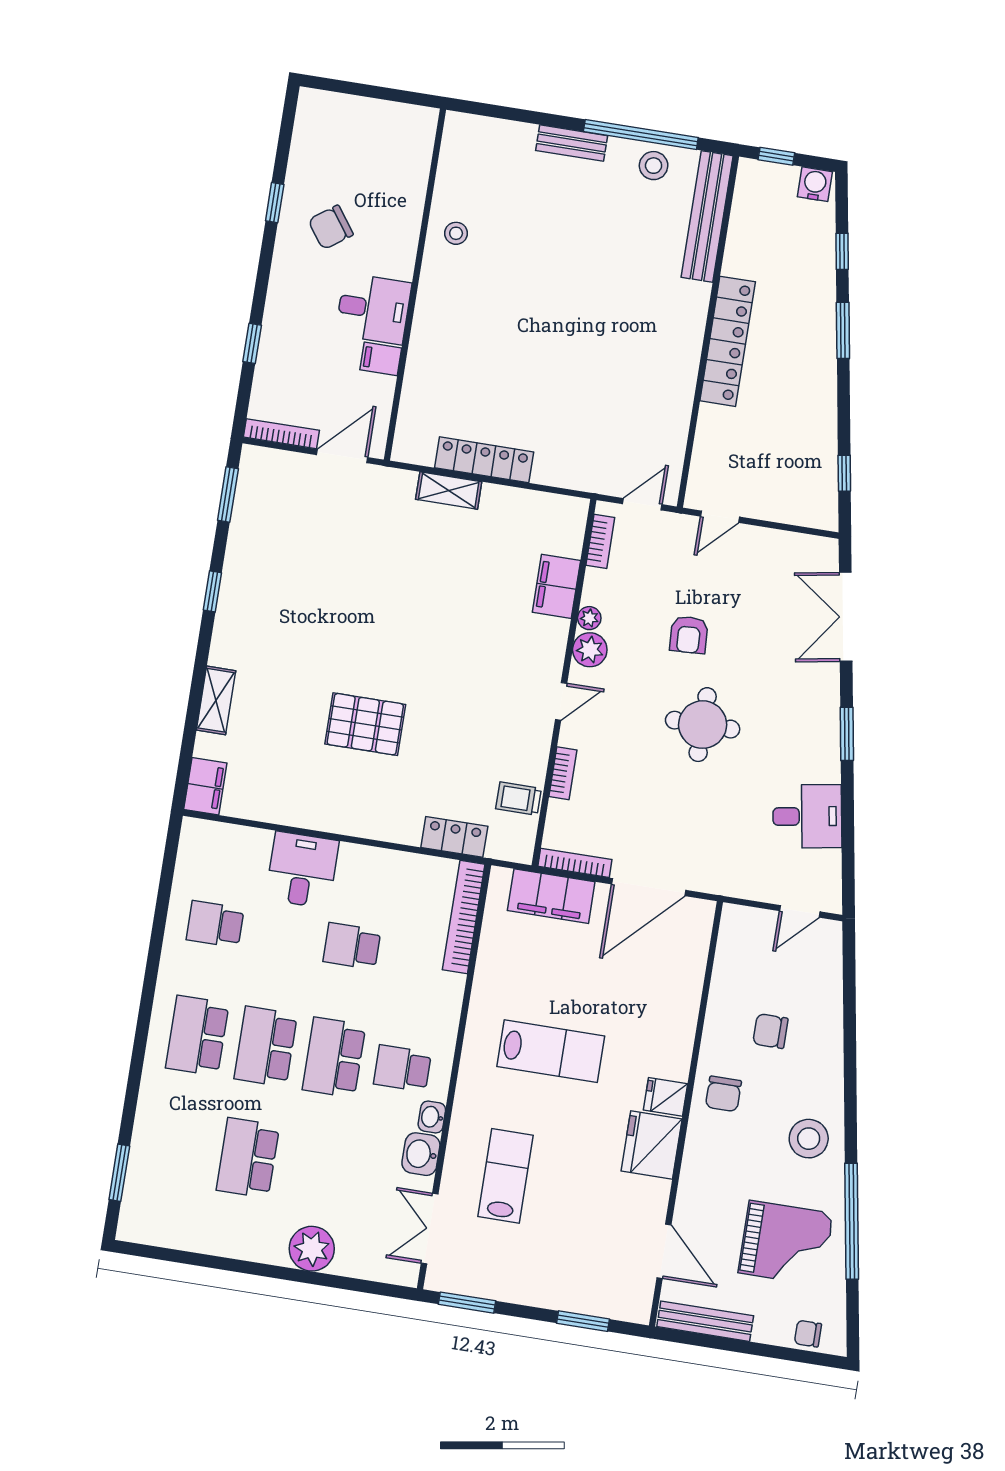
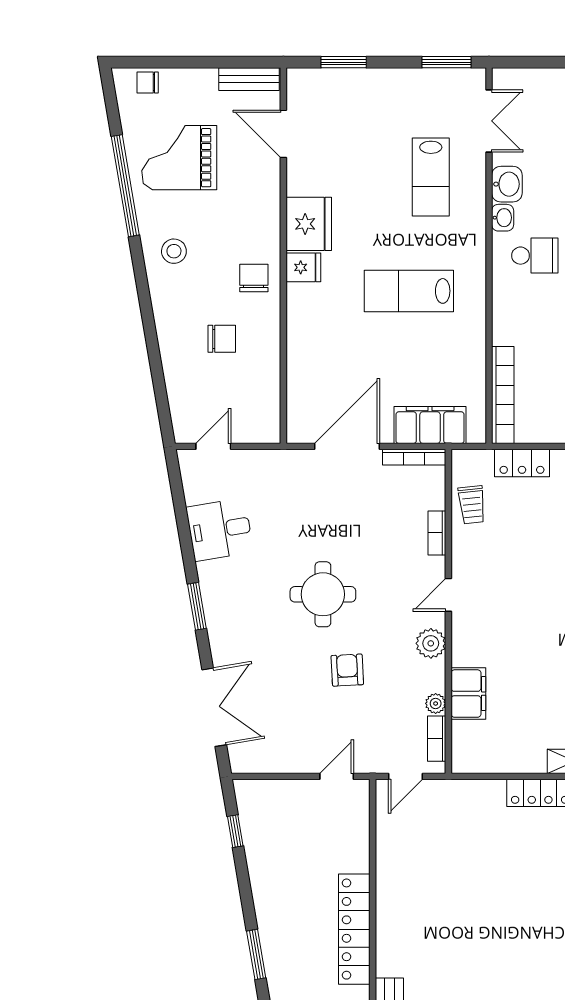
plant: (589, 618) -> (436, 703), moved
trolley: (518, 799) -> (472, 505), turned 84
stool: (809, 1139) -> (174, 251), width x0.73, depth x0.73
bench: (705, 1321) -> (249, 79), width x0.73
chair: (808, 1334) -> (148, 83), turned 180

